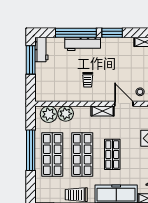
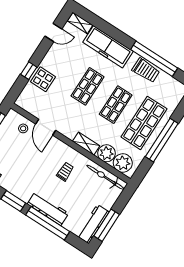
workbench: (41, 49) -> (93, 224), width x1.38
bicycle: (55, 95) -> (105, 177), added
shelving: (103, 111) -> (86, 144), moved
shop shelf: (82, 154) -> (116, 105), width x0.70, depth x0.74

